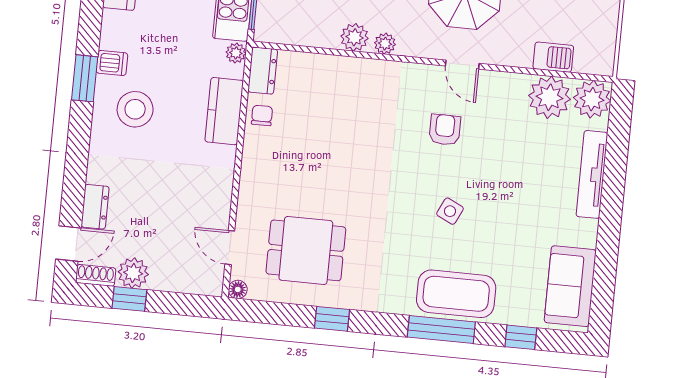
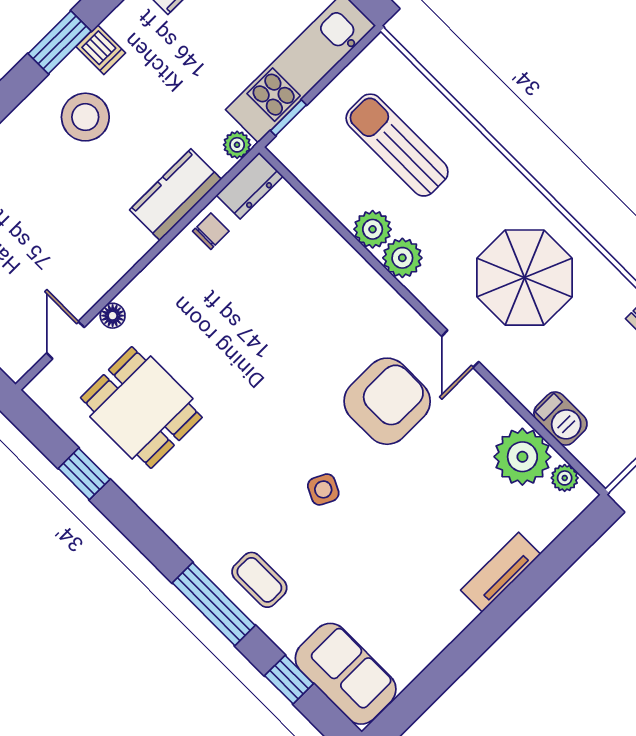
plant: (385, 44) -> (402, 258), width x1.38, depth x1.38
plant: (592, 99) -> (565, 478), width x0.53, depth x0.53
armchair: (445, 130) -> (387, 401), width x1.88, depth x1.88
tv unit: (592, 174) -> (501, 572), width x0.71
sofa: (570, 286) -> (346, 674), moved, turned 90
floor lamp: (238, 289) -> (113, 316), moved
coffee table: (456, 294) -> (259, 580), width x0.54, depth x0.58
window: (332, 319) -> (84, 474), moved

